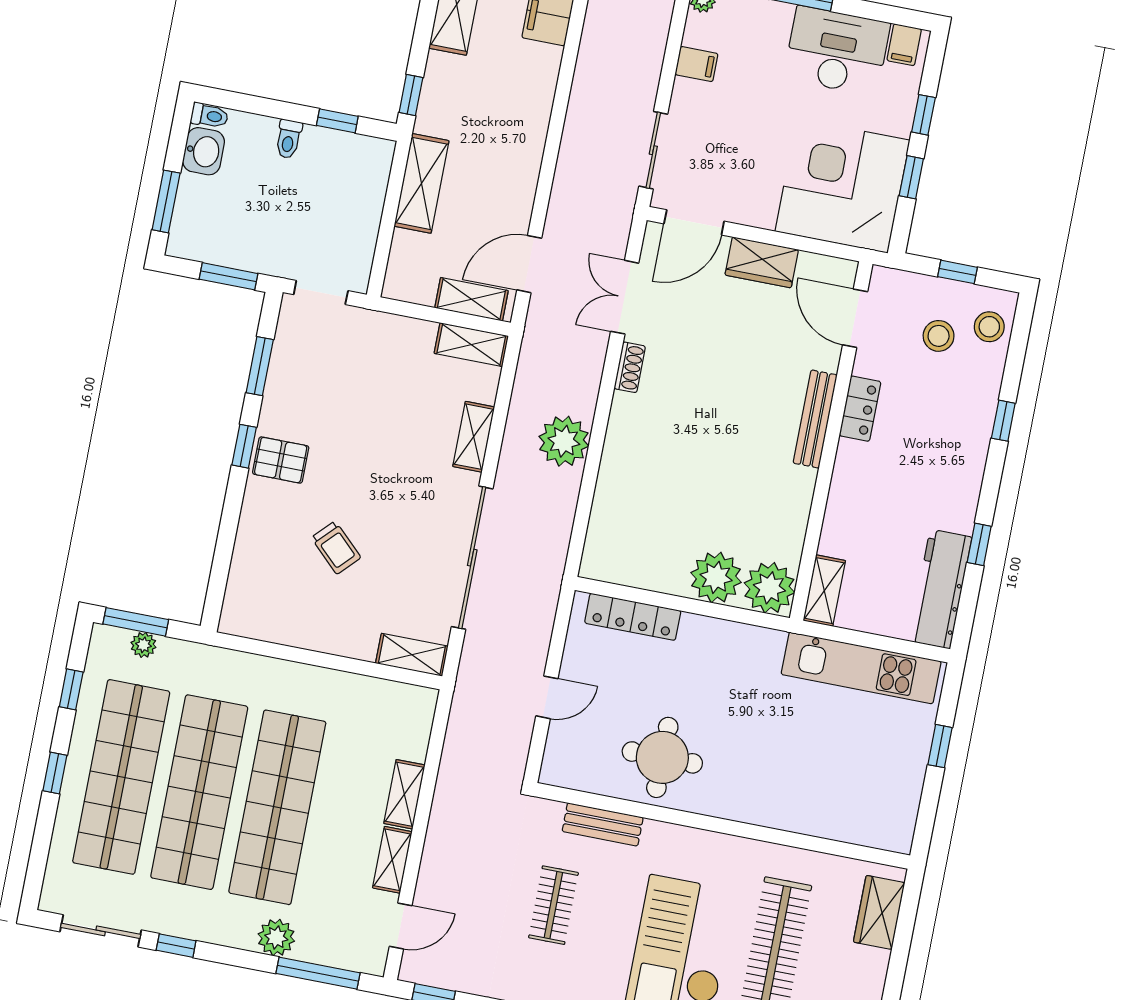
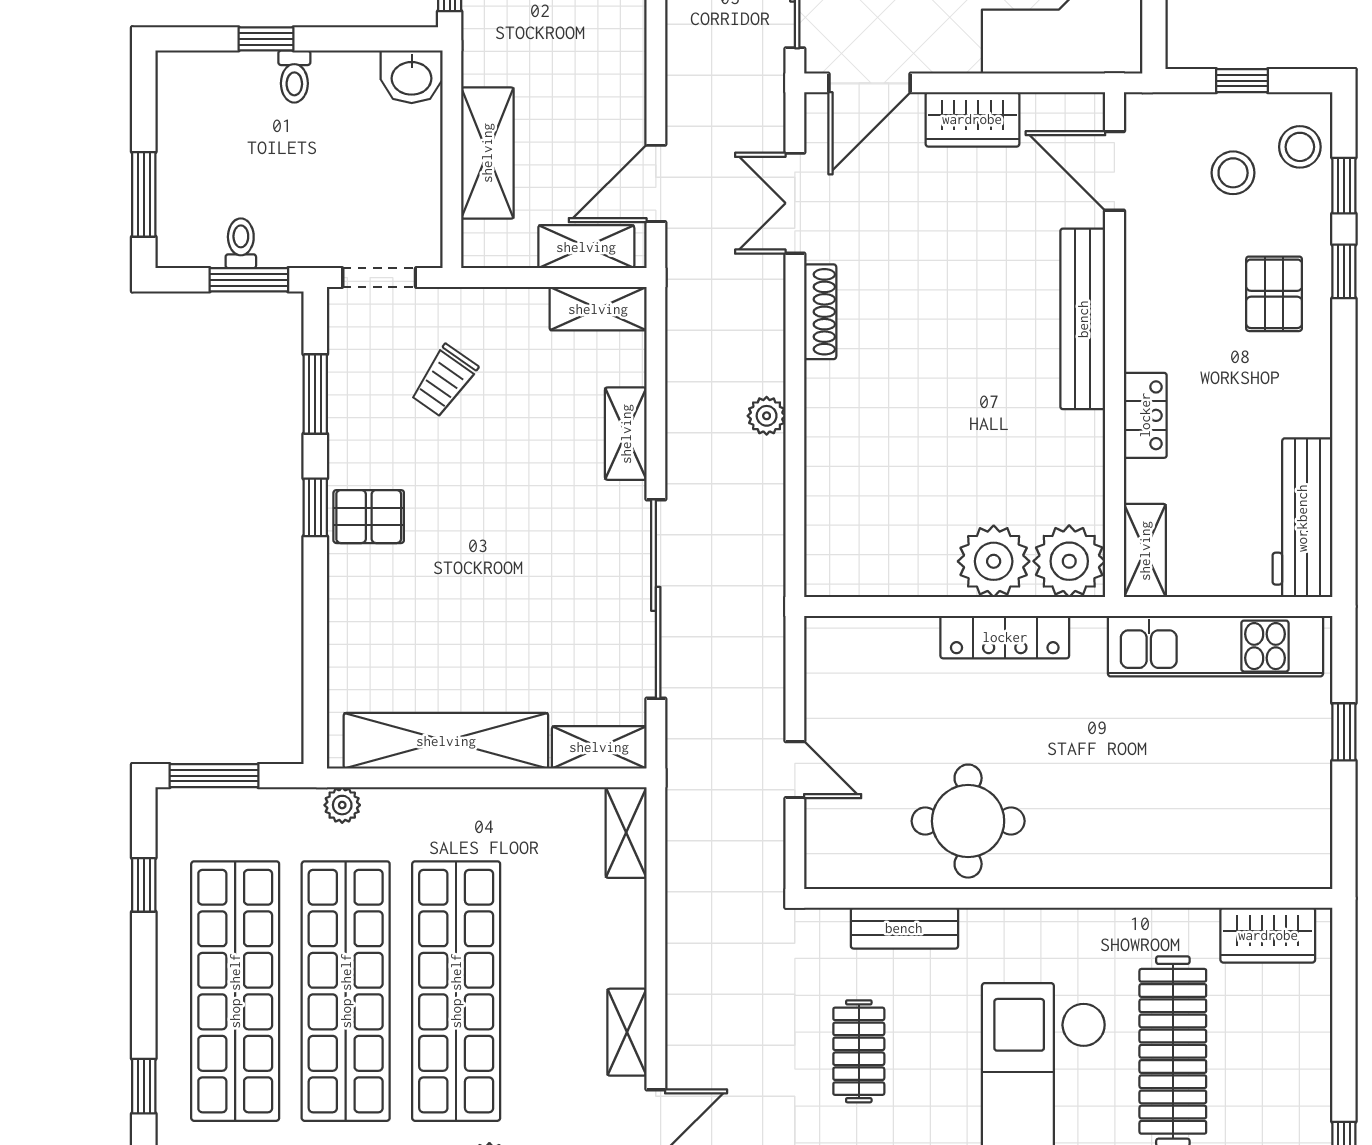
toilet: (209, 116) -> (241, 243), moved, turned -90
window: (337, 121) -> (266, 39), moved
washbasin: (204, 151) -> (412, 77), moved, turned 90
shelving: (421, 183) -> (487, 153), moved
shoe rack: (630, 367) -> (820, 312), width x1.43
locker: (860, 409) -> (1145, 415), moved
bench: (815, 419) -> (1083, 319), width x1.37, depth x1.21
pallet: (951, 427) -> (1274, 294), added
plant: (564, 441) -> (767, 416), width x0.53, depth x0.53
window: (979, 544) -> (1344, 186), moved
trolley: (336, 548) -> (444, 381), moved, turned 81
locker: (633, 617) -> (1005, 637), moved
shelving: (304, 629) -> (446, 741), added
plant: (143, 645) -> (342, 805), moved
door: (547, 697) -> (795, 770), hinge flipped
window: (55, 773) -> (144, 1086), moved
shelving: (404, 794) -> (626, 833), moved
wardrobe: (879, 912) -> (1268, 935), moved, turned -90

